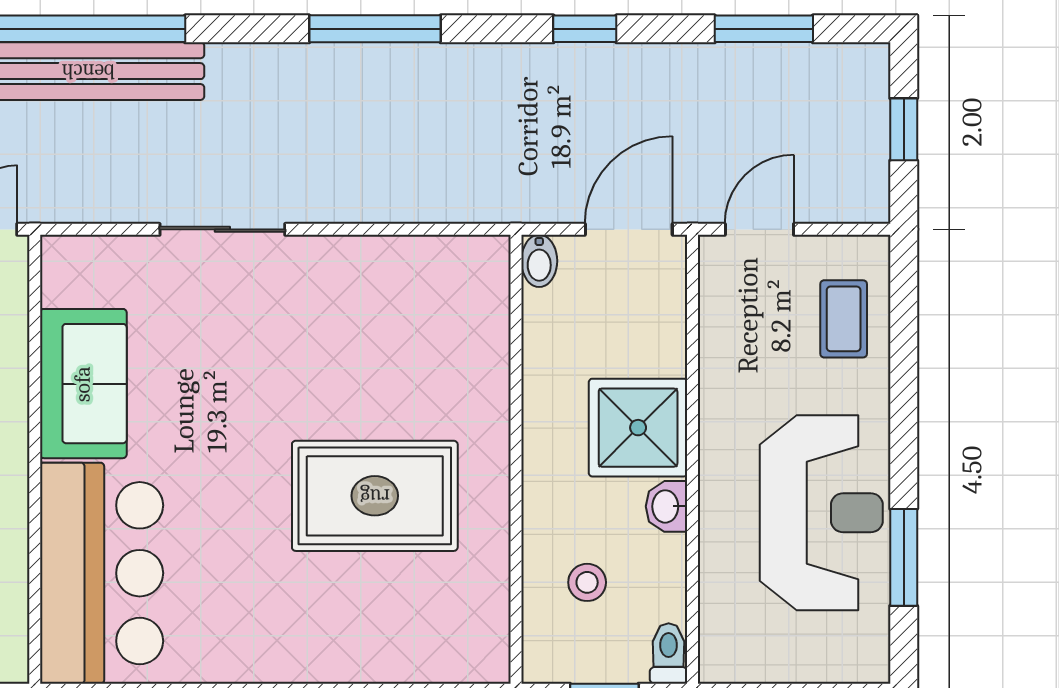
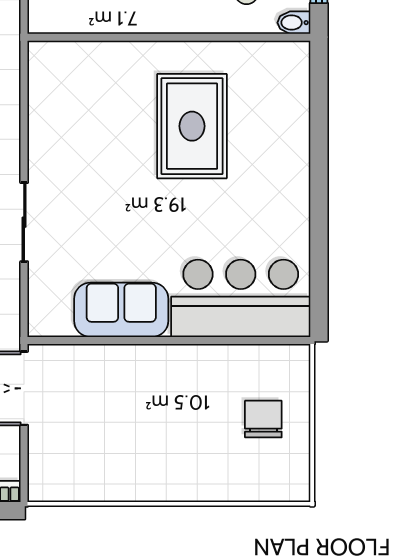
bidet: (539, 261) -> (294, 23), moved, turned 180

